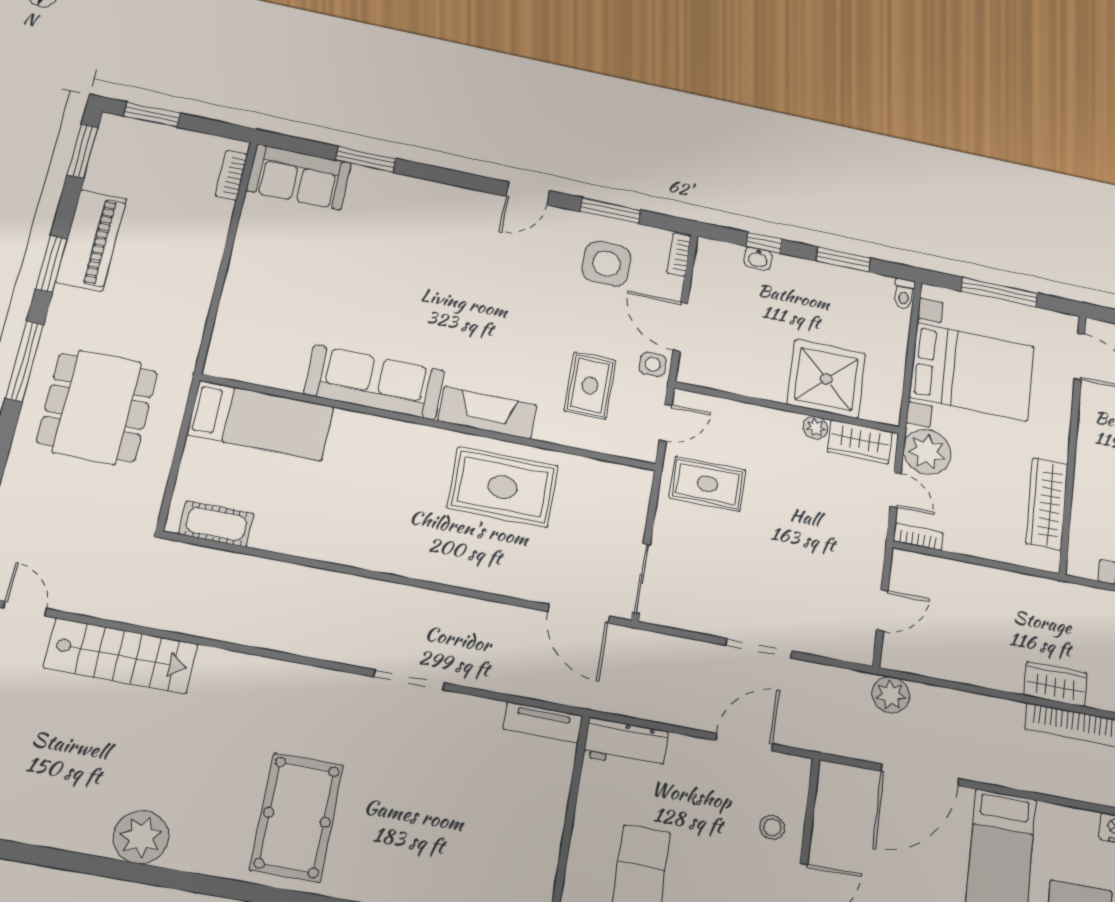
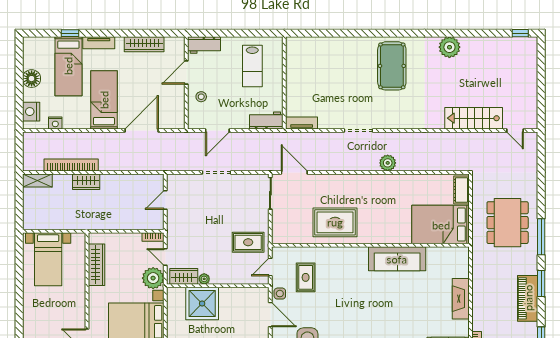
fireplace: (487, 413) -> (461, 299), moved, turned 90
bed: (261, 420) -> (441, 225), width x1.50
cot: (216, 524) -> (461, 190), moved, turned 90
plant: (891, 695) -> (388, 163), moved

